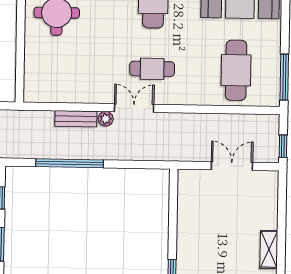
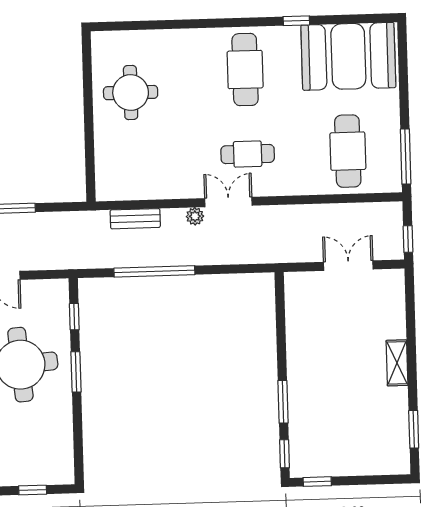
bench: (76, 119) -> (135, 219), moved

